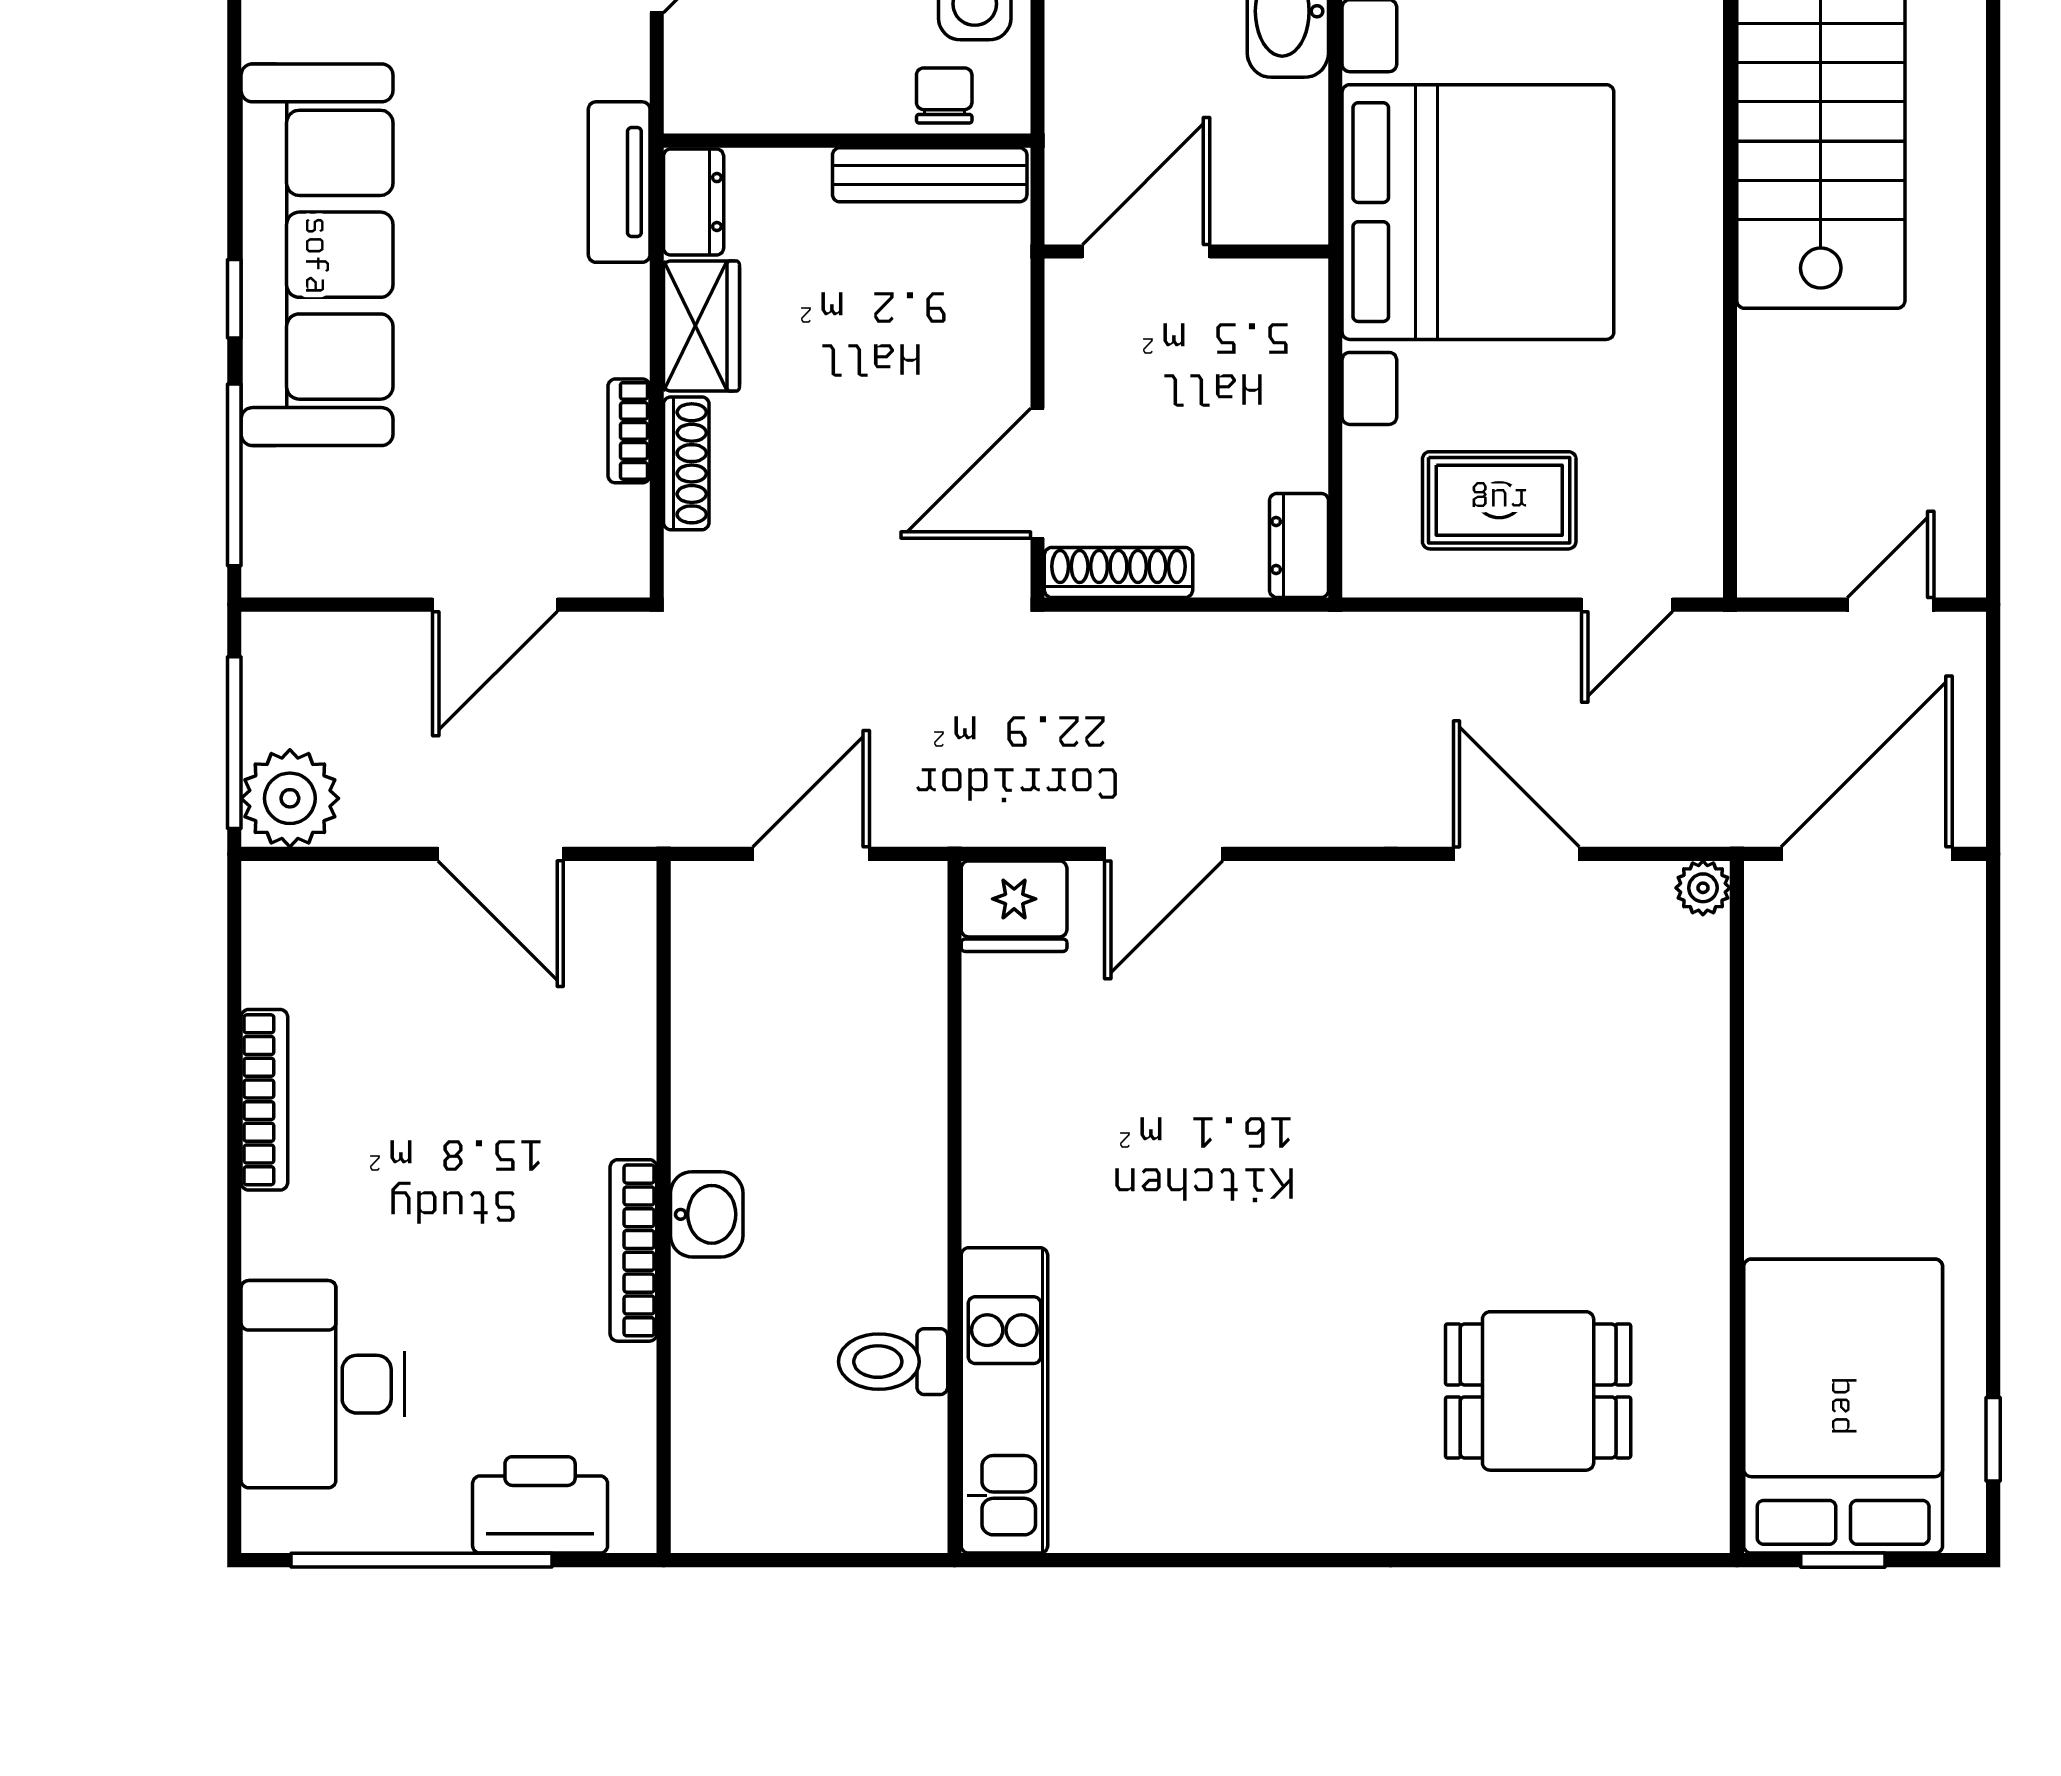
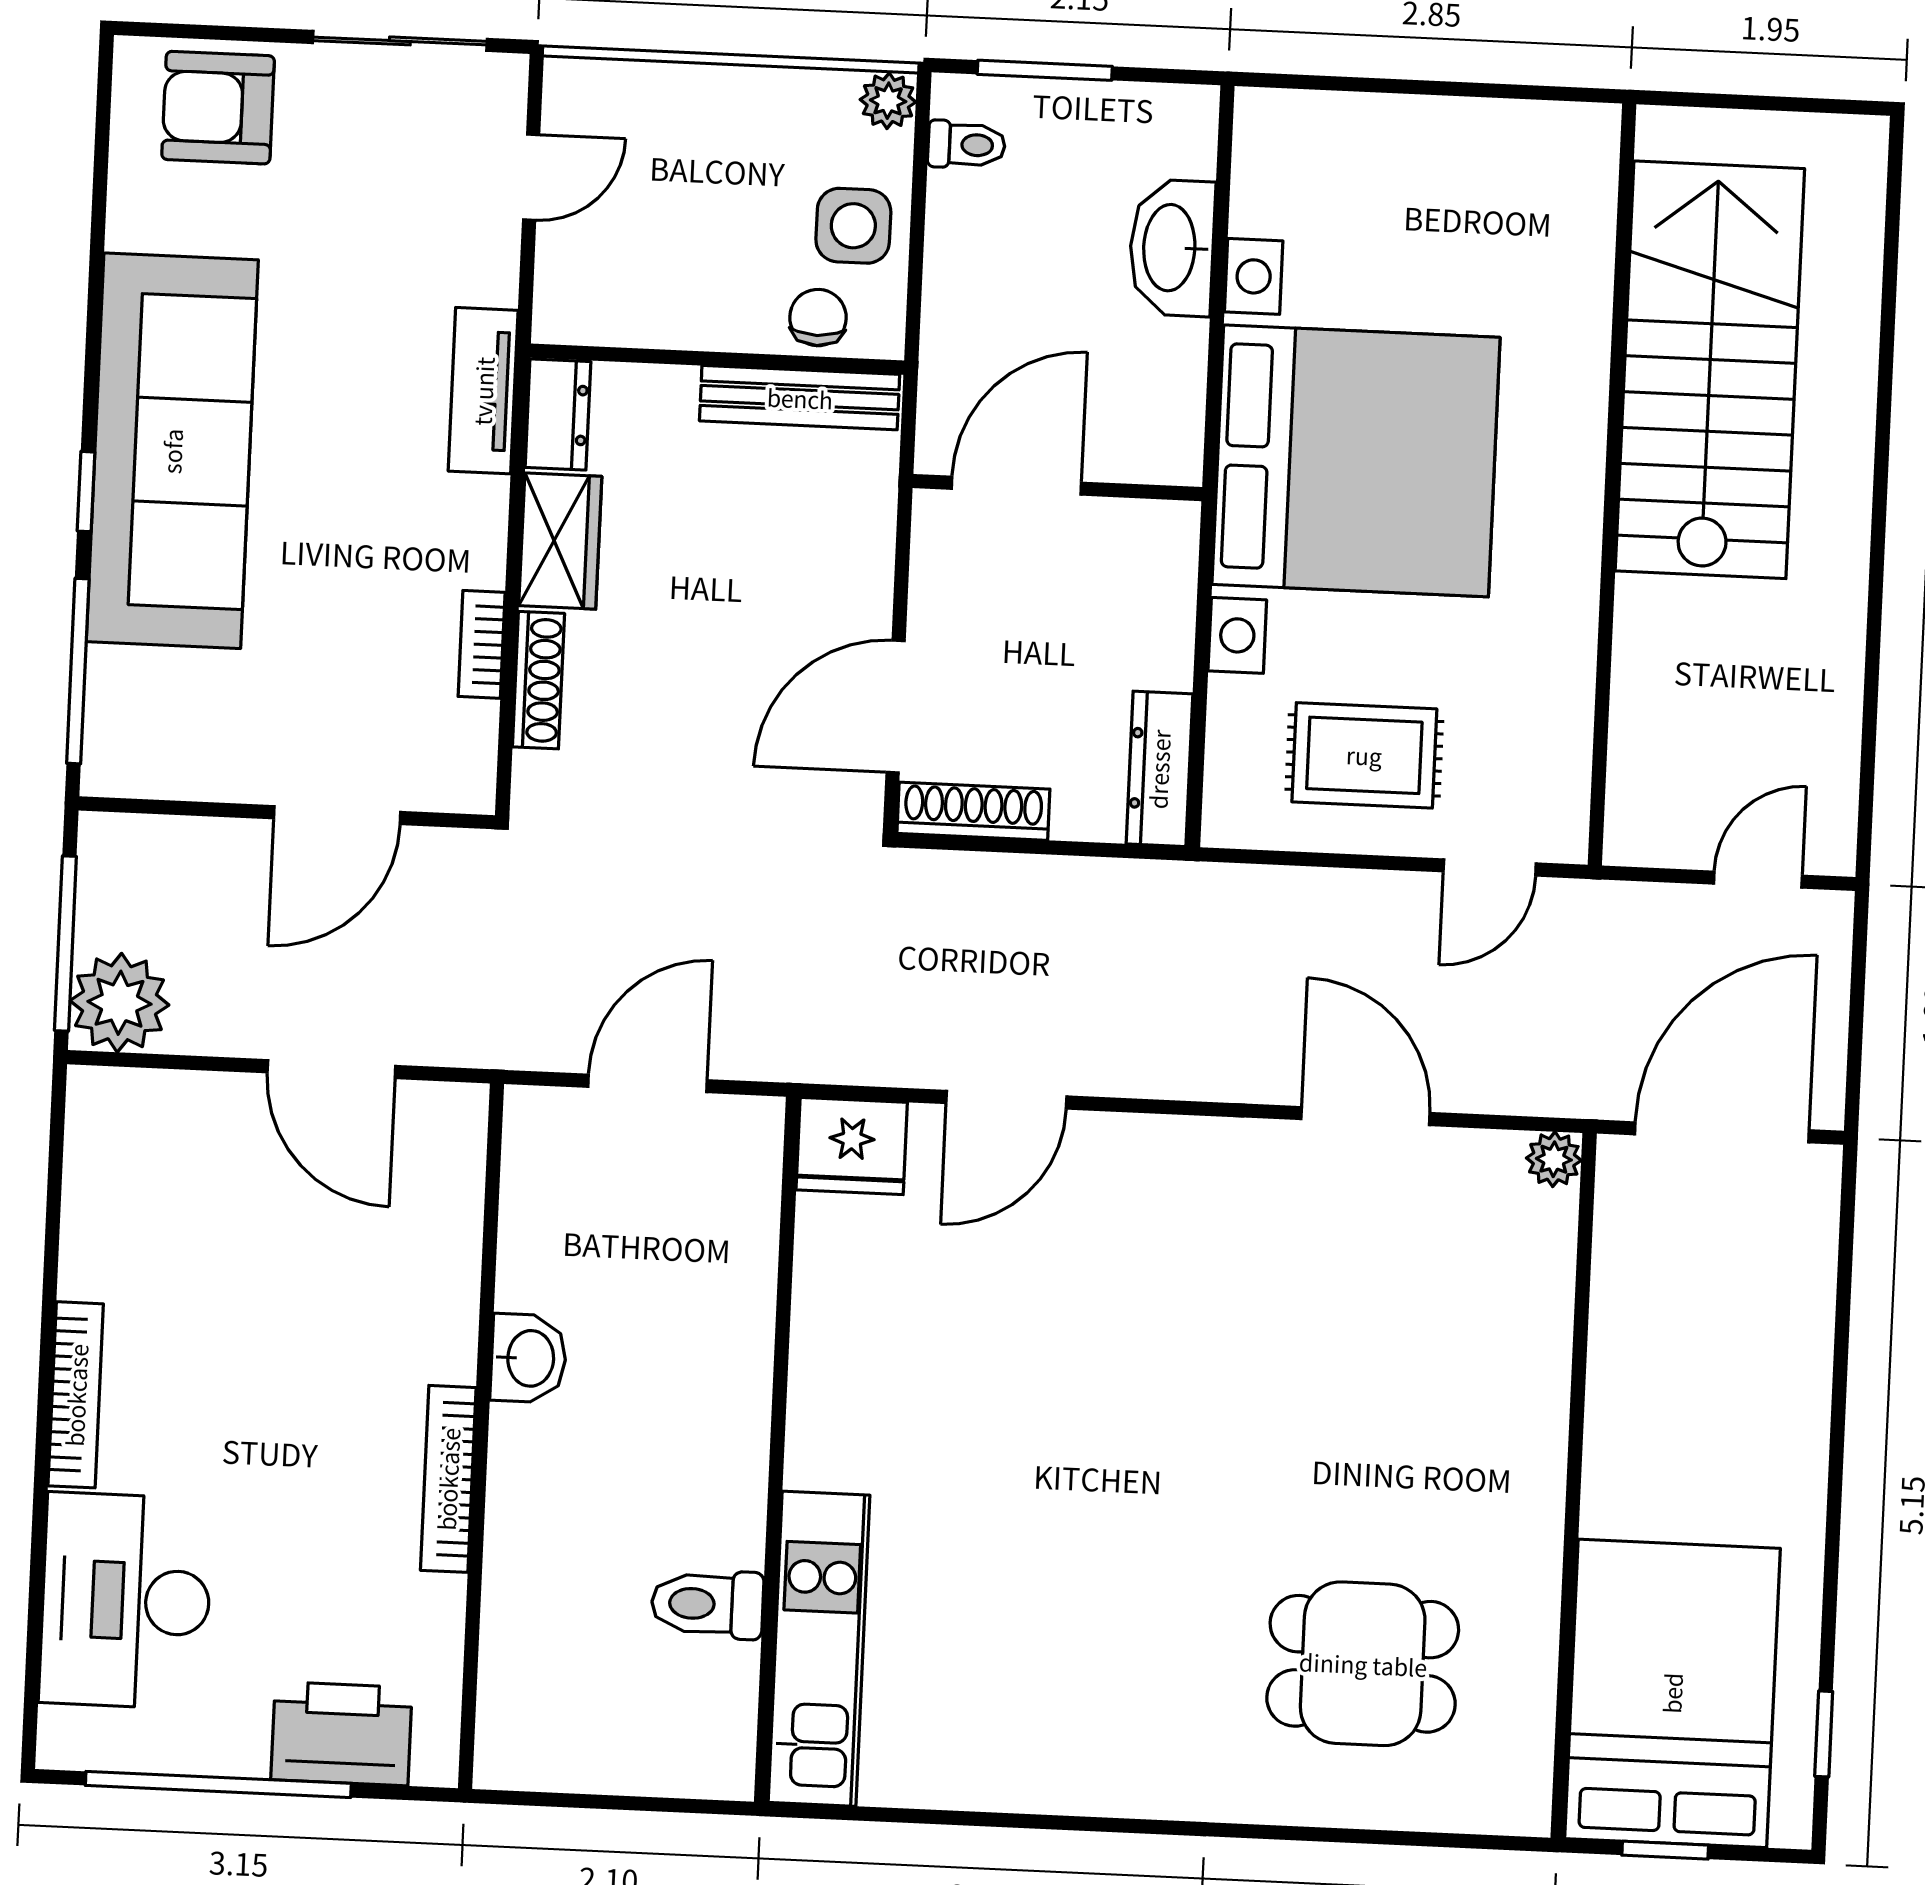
dresser: (1299, 545) -> (1159, 769), width x1.44
bookcase: (264, 1100) -> (76, 1395), moved
washbasin: (707, 1214) -> (529, 1358), moved

